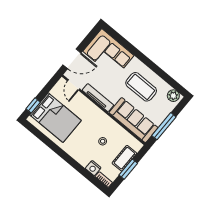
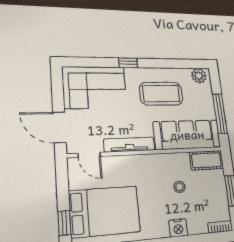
window: (139, 55) -> (128, 63), added
door: (72, 59) -> (59, 127), swing flipped
cot: (124, 158) -> (207, 160), moved, turned 90
nightstand: (93, 168) -> (178, 228), moved

